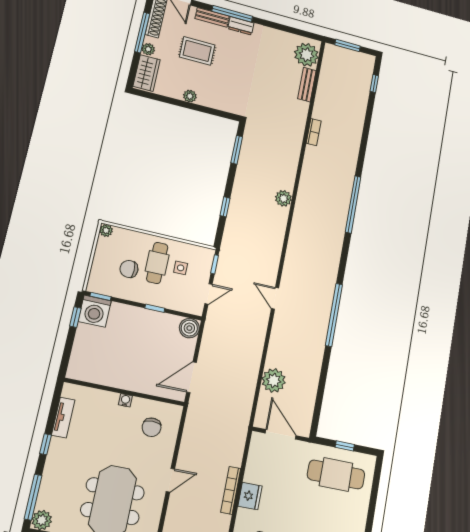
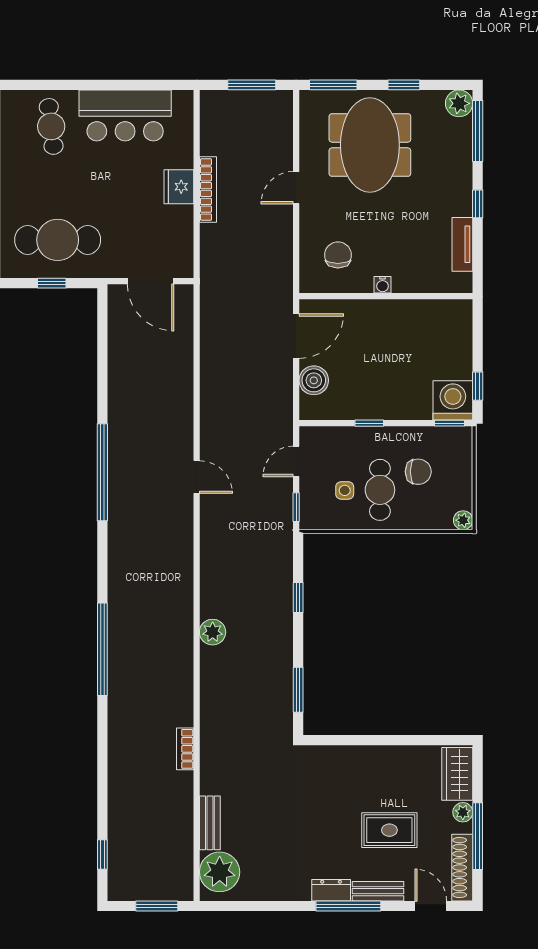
plant: (190, 96) -> (386, 755), removed
boiler: (189, 328) -> (314, 380), moved
plant: (274, 380) -> (176, 356), removed

